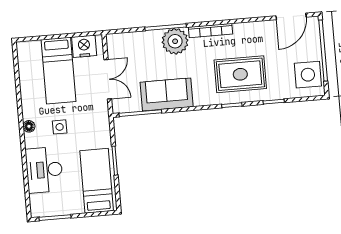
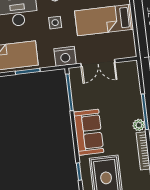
plant: (175, 41) -> (139, 125), width x0.53, depth x0.53
nightstand: (84, 46) -> (65, 56), moved, turned 90
sofa: (167, 94) -> (89, 132), moved

